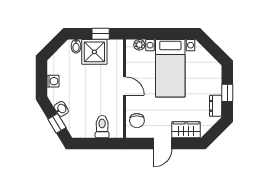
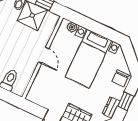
chair: (137, 121) -> (120, 78), moved

